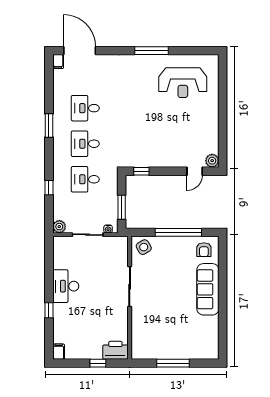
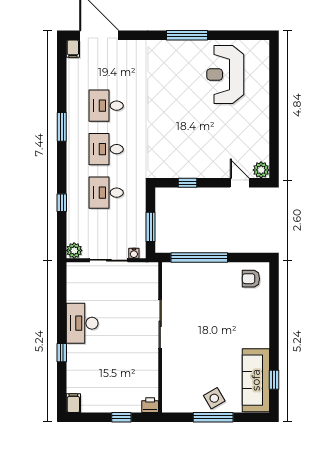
reception desk: (183, 83) -> (225, 75), turned 90
window: (141, 171) -> (187, 183), moved
door: (195, 171) -> (240, 183), swing flipped
window: (178, 232) -> (199, 257), moved
side table: (144, 247) -> (214, 398), moved
armchair: (204, 250) -> (251, 279), turned 90
sofa: (208, 289) -> (256, 380), moved
window: (223, 332) -> (274, 380), added
printer: (115, 350) -> (150, 405), width x0.53, depth x0.68

